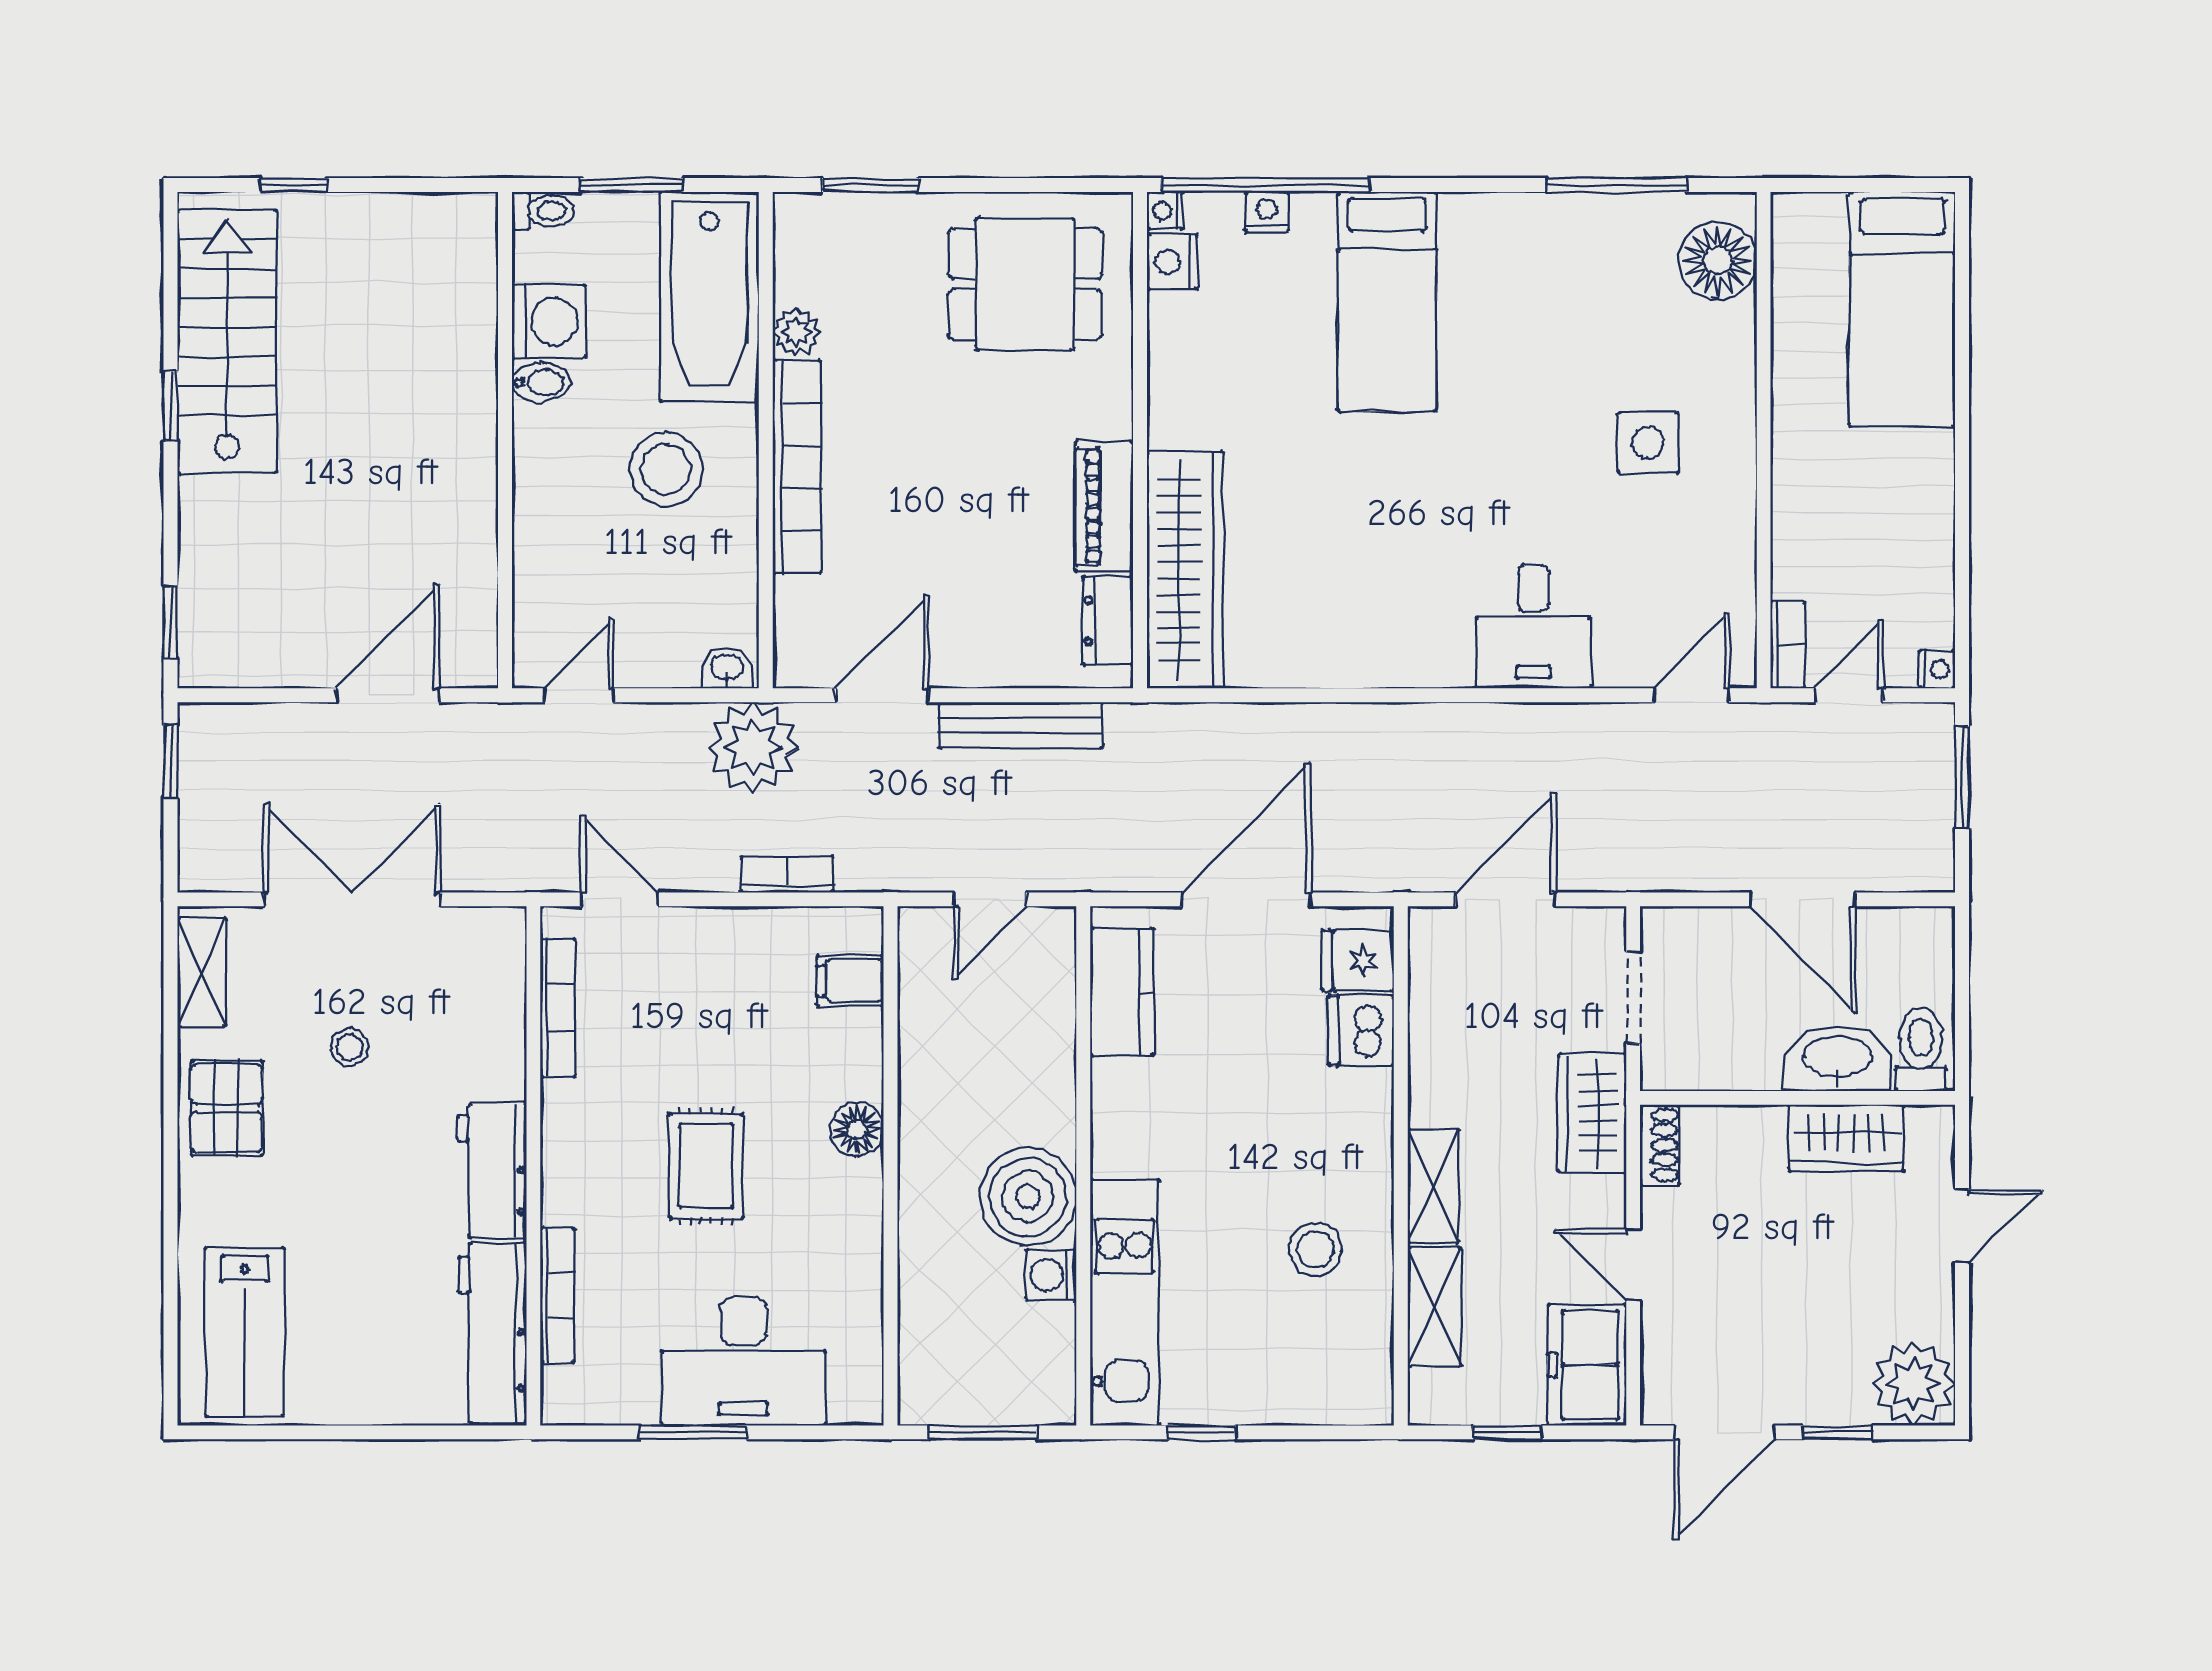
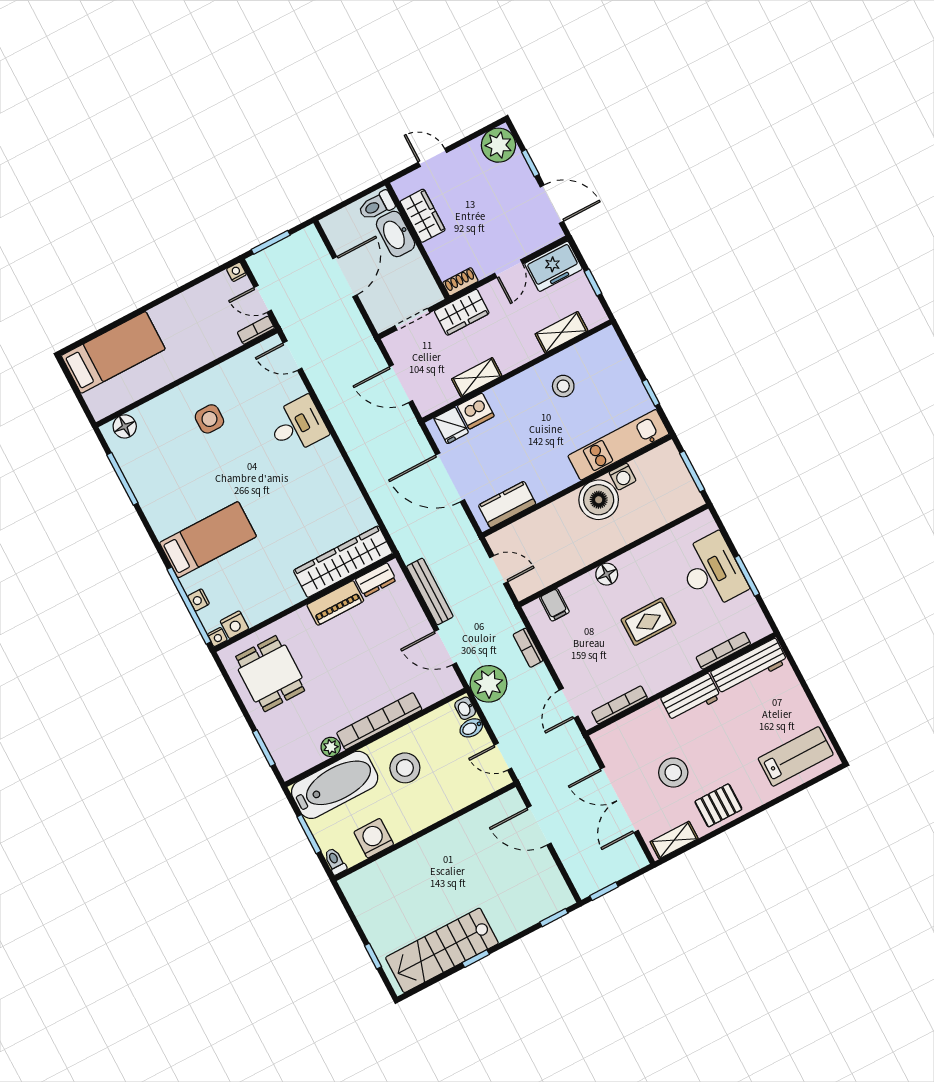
floor lamp: (1718, 260) -> (125, 426), width x0.73, depth x0.73
bidet: (541, 383) -> (471, 728), moved, turned -90
stool: (350, 1047) -> (673, 773), width x1.89, depth x1.89
shelving: (1433, 1186) -> (477, 377), moved

